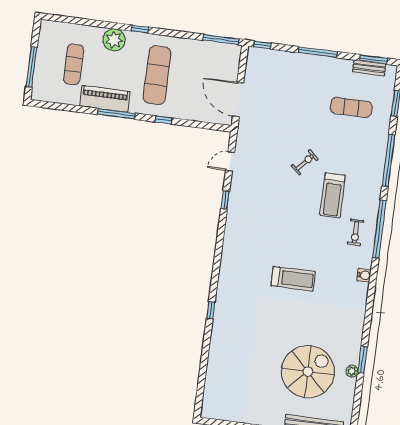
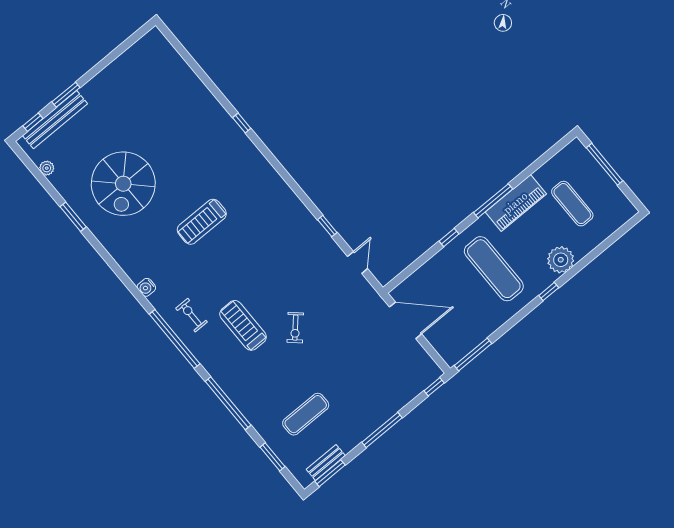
plant: (352, 371) -> (47, 168), moved
spiral stairs: (308, 372) -> (123, 184), moved

